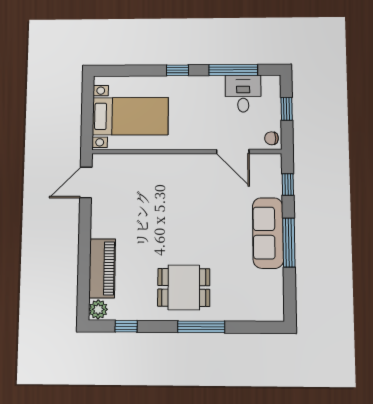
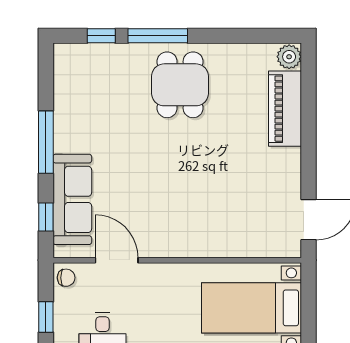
sofa: (268, 233) -> (72, 199), moved
dining table: (184, 287) -> (180, 85), turned 90
window: (126, 326) -> (101, 36), moved

